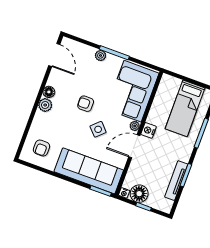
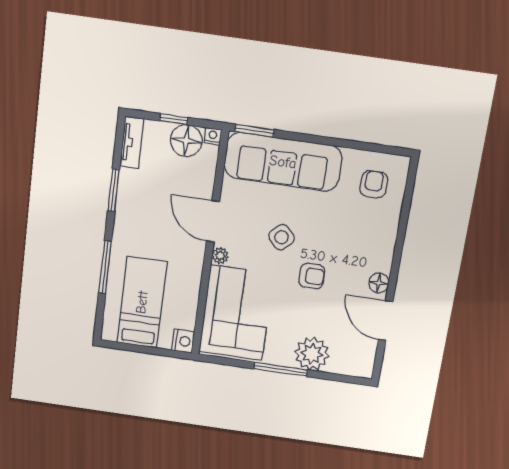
door: (54, 55) -> (386, 321), moved
plant: (101, 55) -> (312, 354), width x1.87, depth x1.87
plant: (45, 105) -> (381, 260), removed
nightstand: (149, 130) -> (183, 341), moved
door: (134, 146) -> (213, 221), swing flipped
tv unit: (176, 181) -> (132, 143), moved, width x0.71

